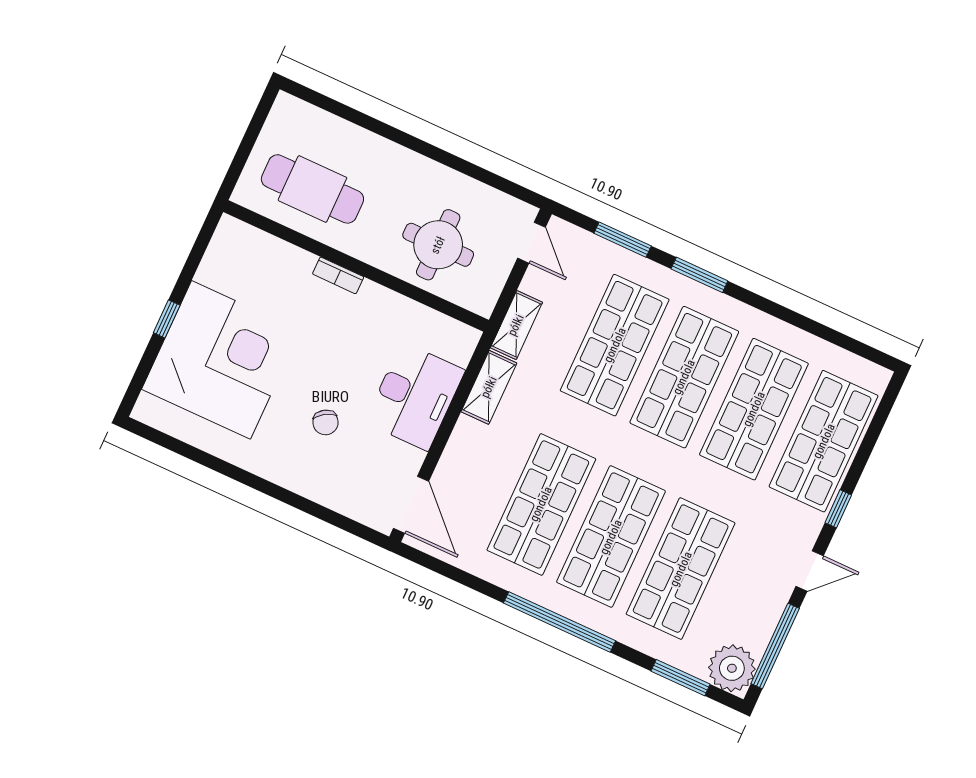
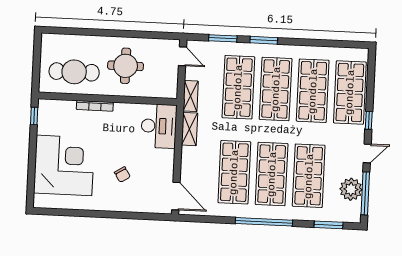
round table: (438, 245) -> (126, 66), moved
bookcase: (338, 275) -> (95, 106), width x1.56
window: (167, 319) -> (34, 116), moved
desk: (415, 396) -> (159, 126), moved
plant: (732, 668) -> (351, 189), moved

